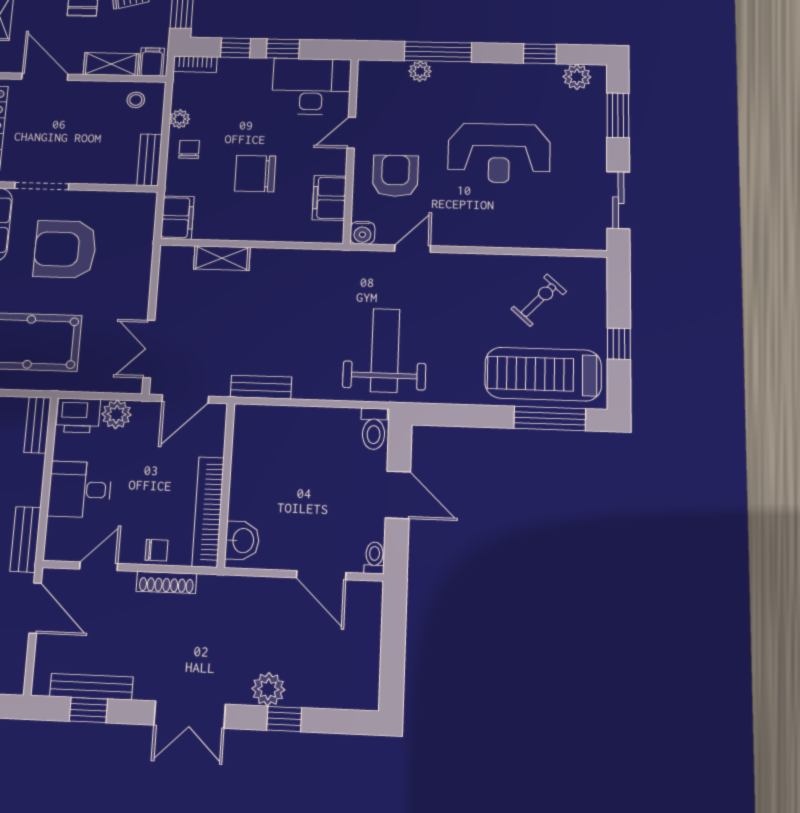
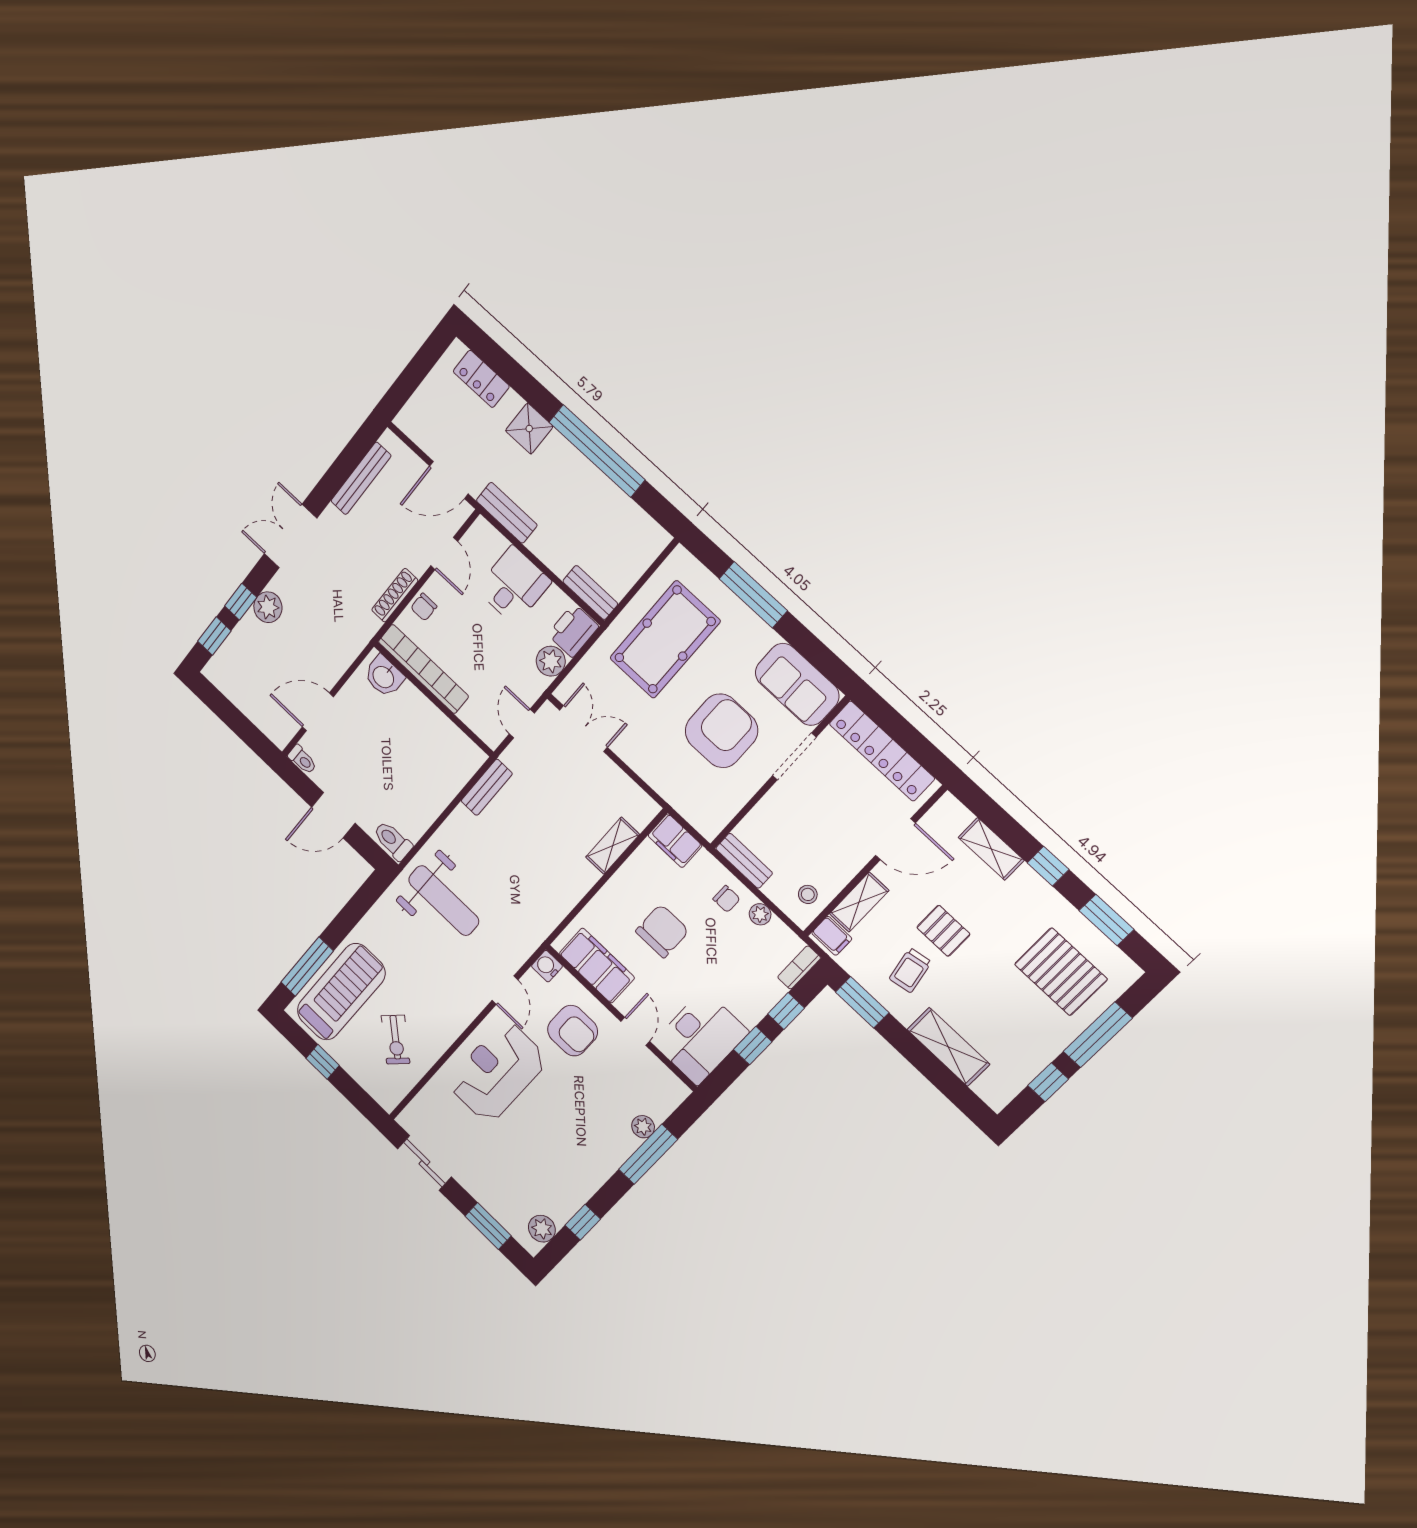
reception desk: (499, 153) -> (497, 1072), moved
filing cabinet: (329, 198) -> (597, 966), width x1.50, depth x1.17
door: (185, 399) -> (522, 723), width x0.73
window: (88, 710) -> (214, 636), moved

